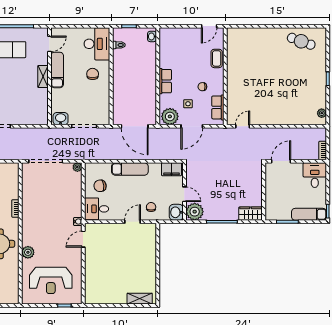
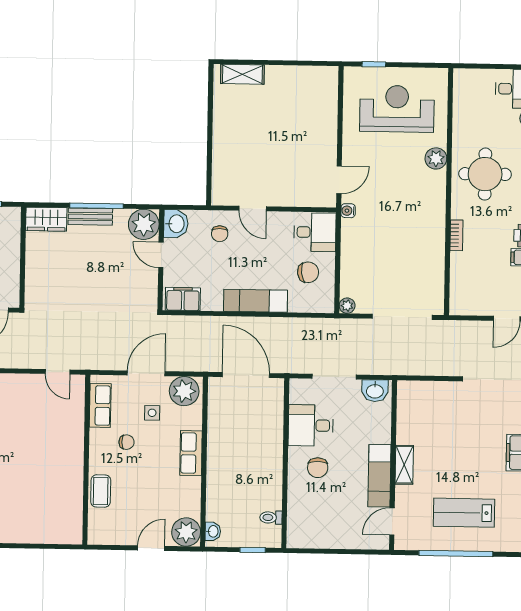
door: (209, 26) -> (151, 548), moved
plant: (167, 36) -> (186, 532), added
desk: (97, 44) -> (311, 425), moved, width x0.73
door: (243, 126) -> (58, 372), hinge flipped
bench: (225, 216) -> (90, 217), added
door: (132, 222) -> (253, 209), hinge flipped

